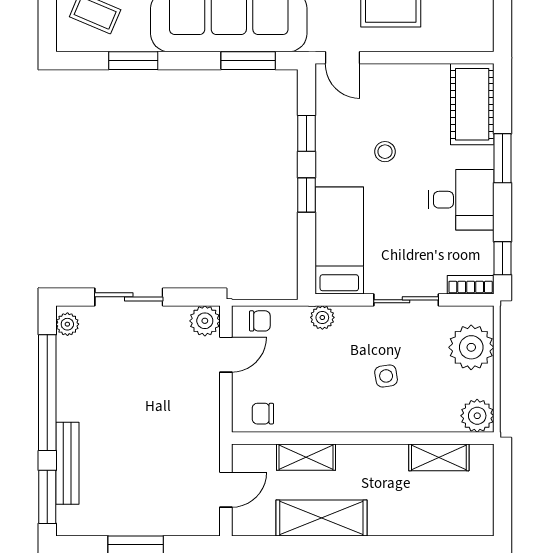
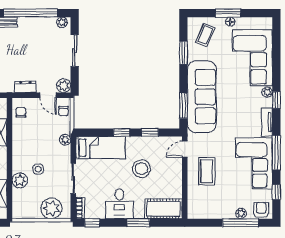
stool: (385, 152) -> (141, 169), width x1.89, depth x1.89
dresser: (207, 404) -> (25, 87), added
plant: (477, 416) -> (20, 180), moved

